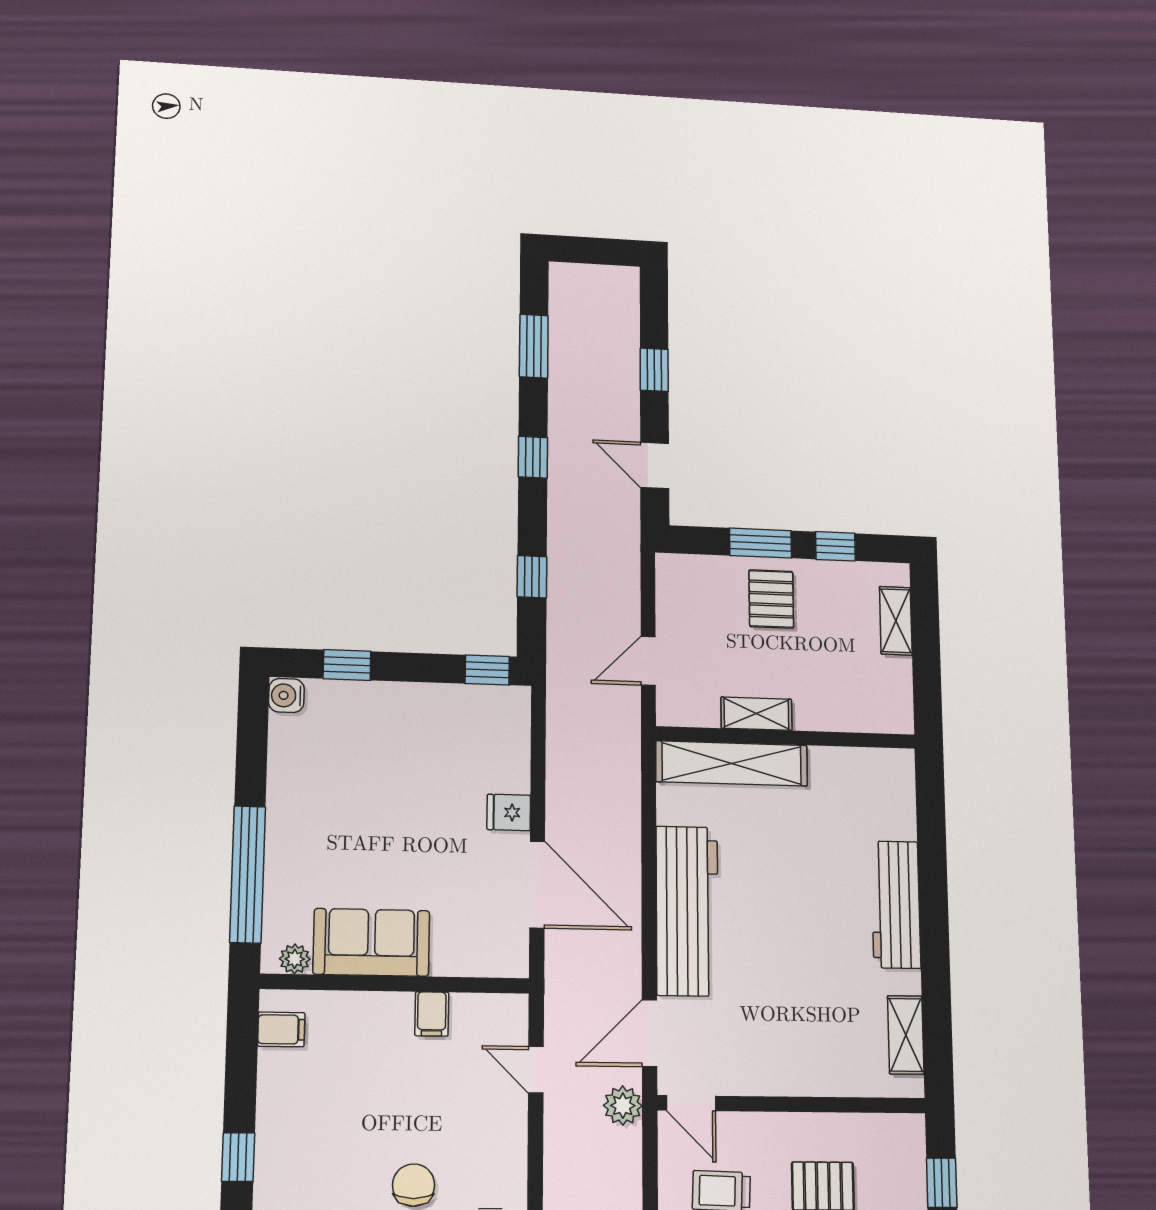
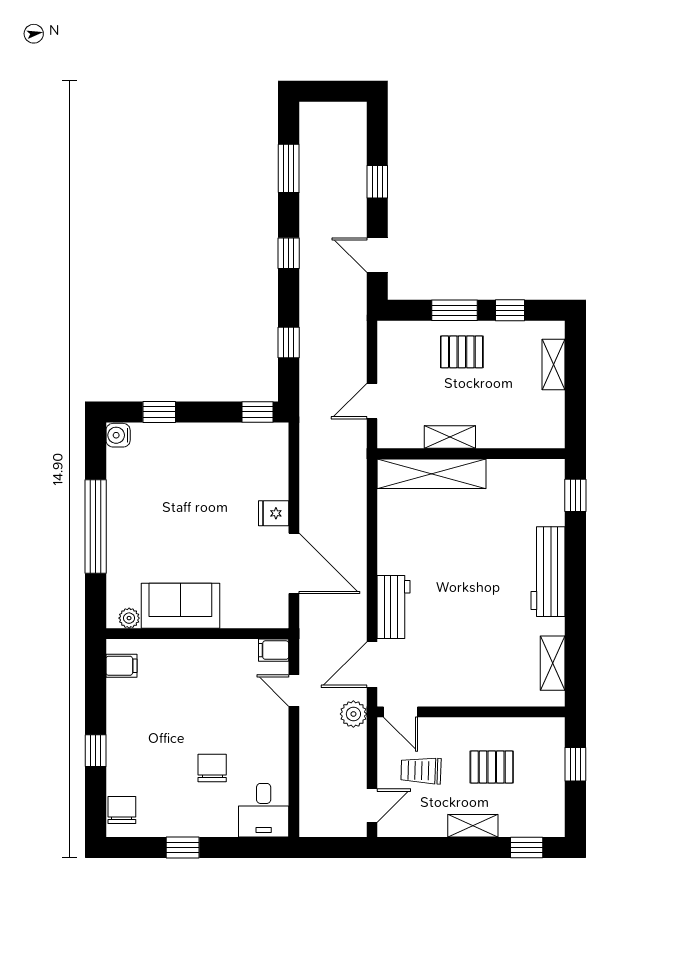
pallet: (771, 599) -> (462, 352), turned 90
window: (930, 799) -> (575, 495), added
window: (248, 874) -> (96, 526), moved
workbench: (687, 911) -> (394, 607), width x0.53, depth x0.76
filing cabinet: (432, 1014) -> (274, 650), moved, turned 90

